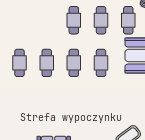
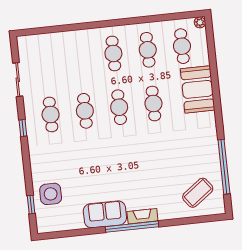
side table: (13, 125) -> (51, 194), added

